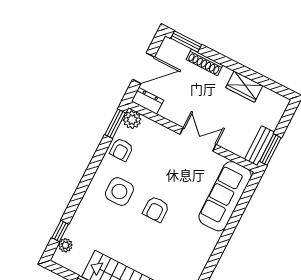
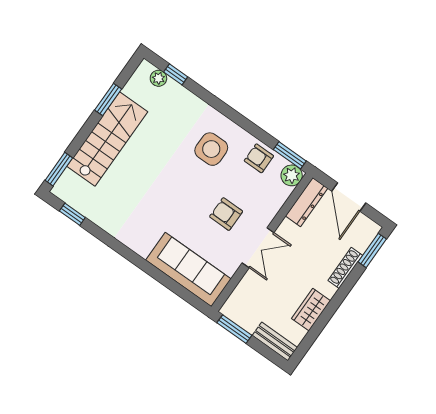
dresser: (147, 101) -> (307, 202), width x1.44
bench: (259, 146) -> (275, 341), moved
armchair: (156, 209) -> (226, 214), moved

